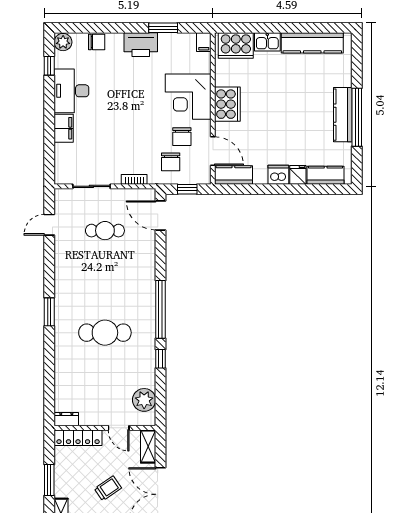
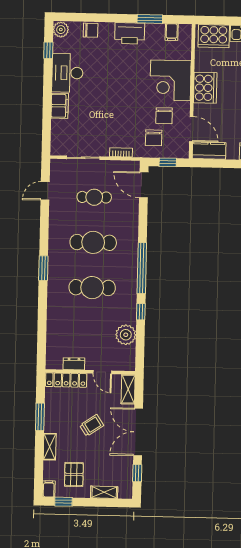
filing cabinet: (204, 42) -> (172, 32), moved
cafe table: (105, 282) -> (93, 242), added
plant: (144, 400) -> (126, 335), moved
dresser: (66, 419) -> (74, 364), moved

